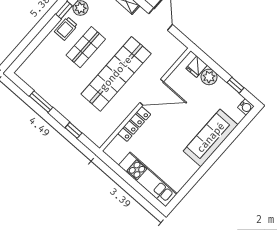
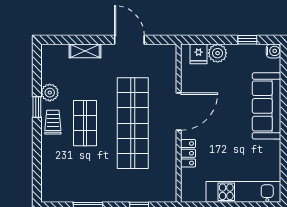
trolley: (66, 29) -> (53, 122), turned 180
locker: (134, 124) -> (188, 153), width x0.66

